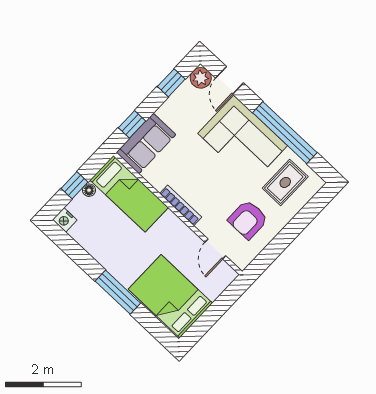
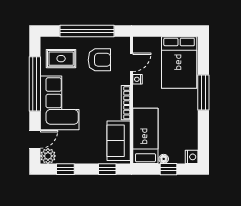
sofa: (146, 143) -> (119, 141), moved, turned -90
window: (288, 234) -> (87, 31), added
nightstand: (193, 239) -> (138, 79), added

